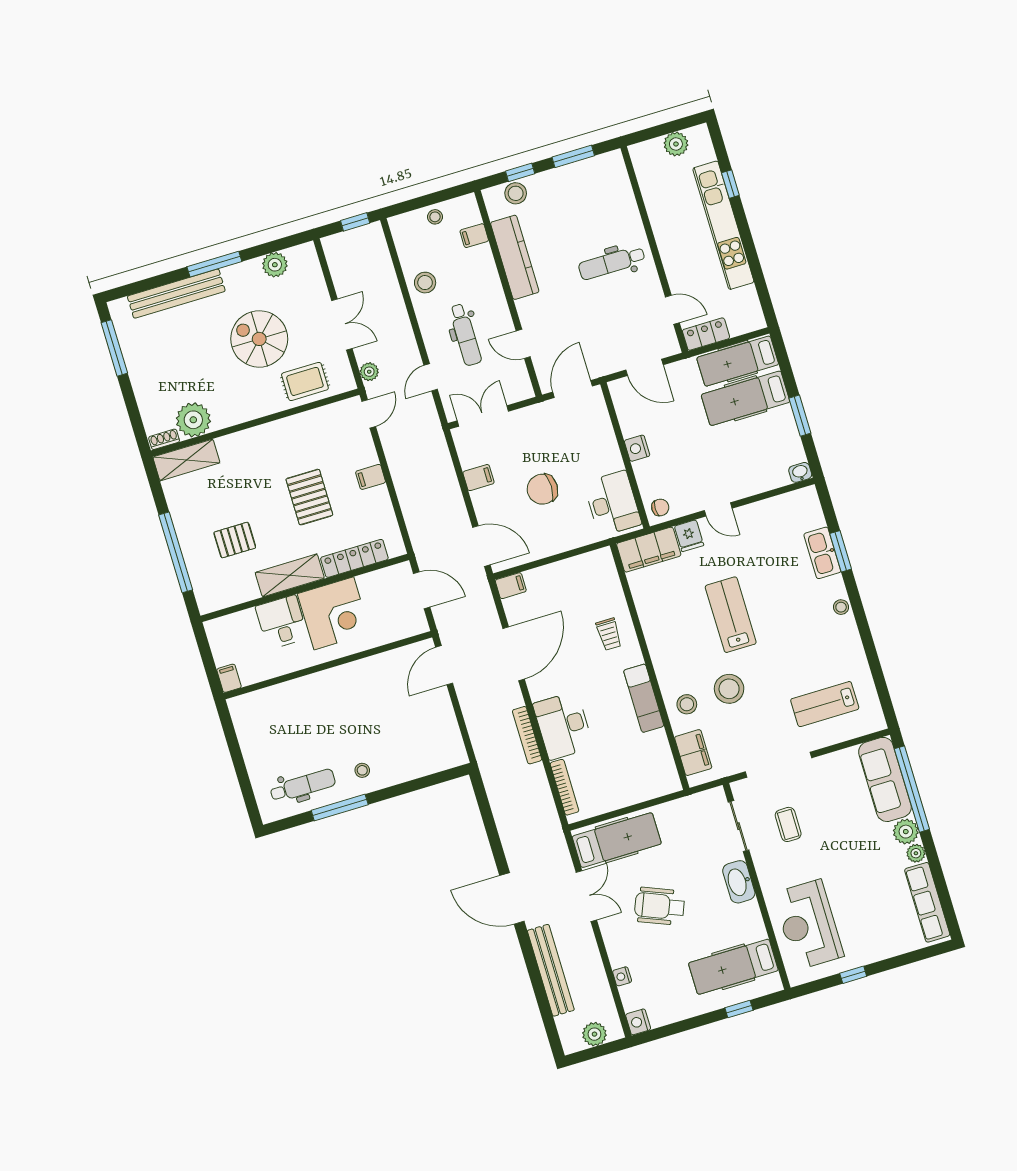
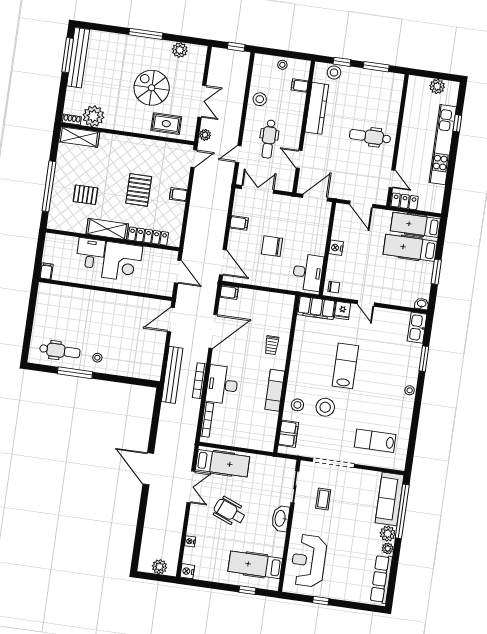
bench: (176, 294) -> (78, 58), moved, turned 90
kitchen sink: (822, 553) -> (417, 328), moved
bench: (551, 970) -> (172, 375), moved

